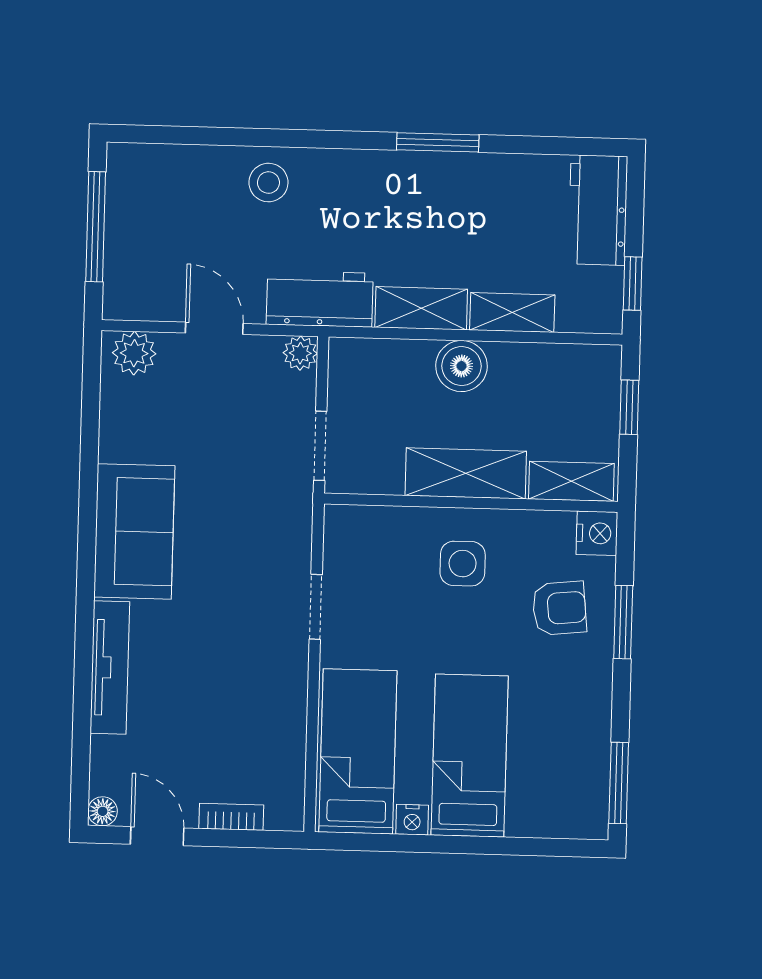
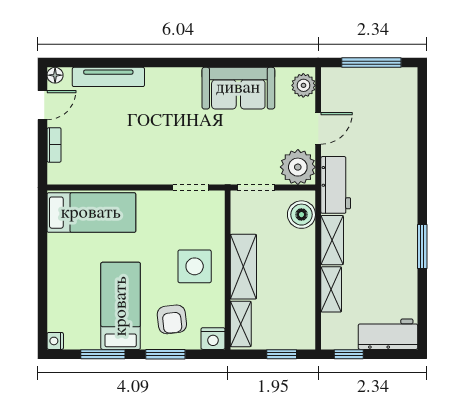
stool: (268, 183) -> (398, 156), removed
plant: (300, 353) -> (298, 167), width x1.88, depth x1.88
boiler: (461, 366) -> (301, 215), moved
sofa: (134, 531) -> (238, 88), moved
side table: (463, 564) -> (195, 266), width x1.37, depth x1.37
doorway: (316, 607) -> (190, 187), moved
tv unit: (110, 667) -> (108, 77), moved
bed: (470, 756) -> (121, 306), moved, turned -90
window: (619, 783) -> (103, 354), moved
nightstand: (412, 820) -> (55, 341), moved

